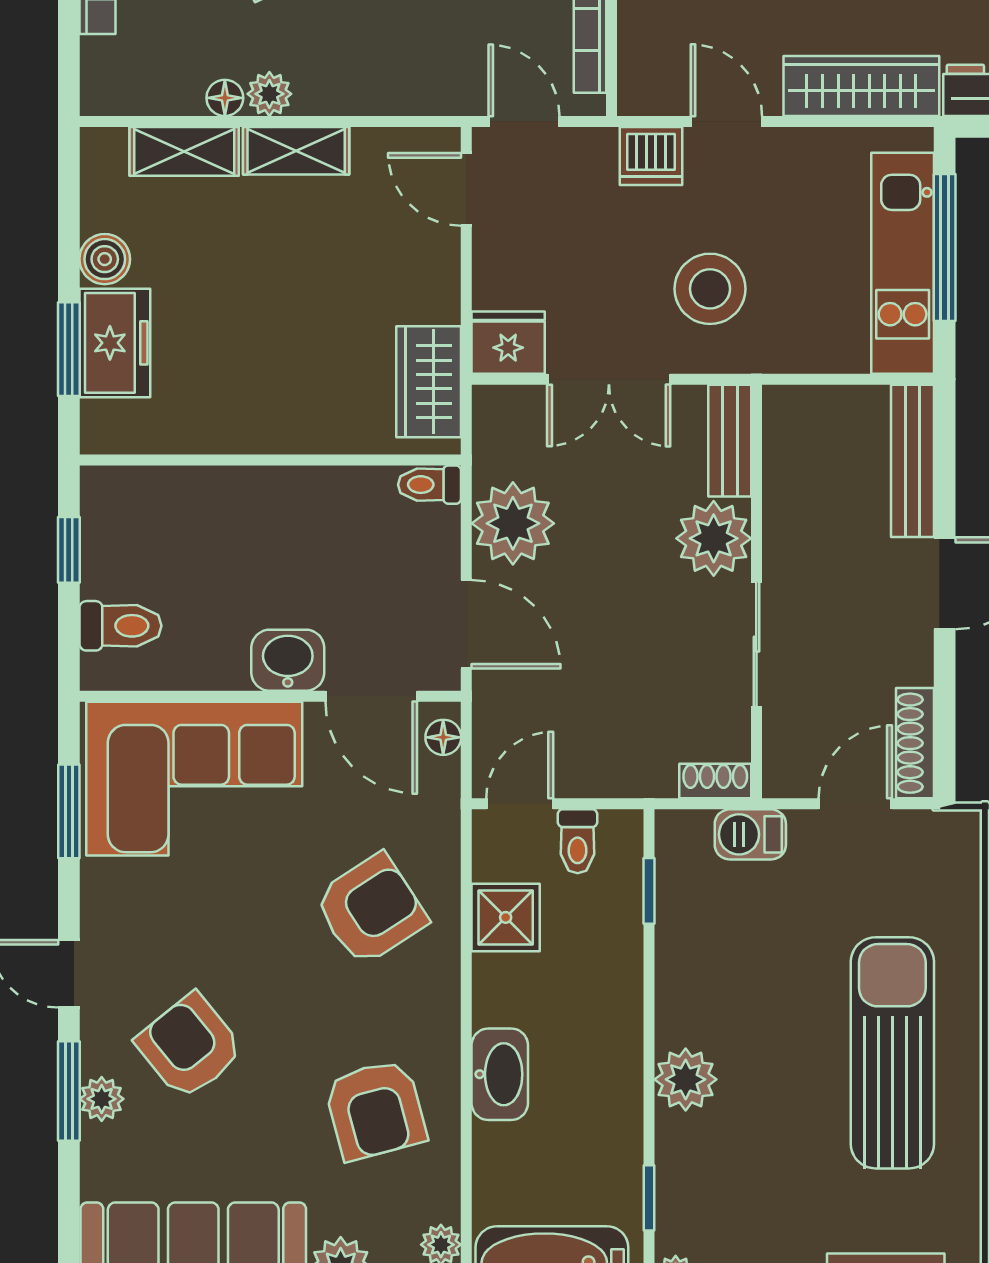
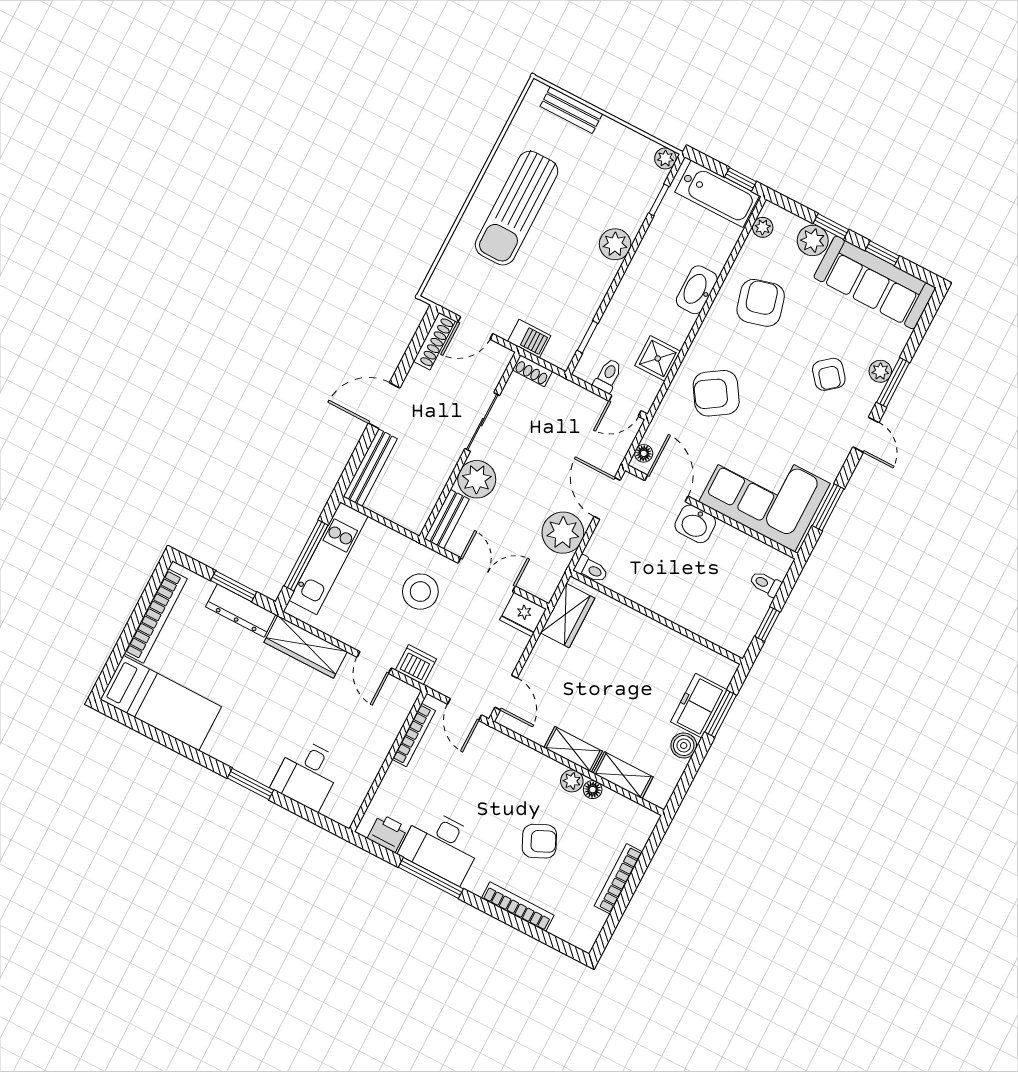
toilet: (120, 626) -> (765, 584), width x0.73, depth x0.72
armchair: (190, 1046) -> (829, 374), width x0.72, depth x0.72

